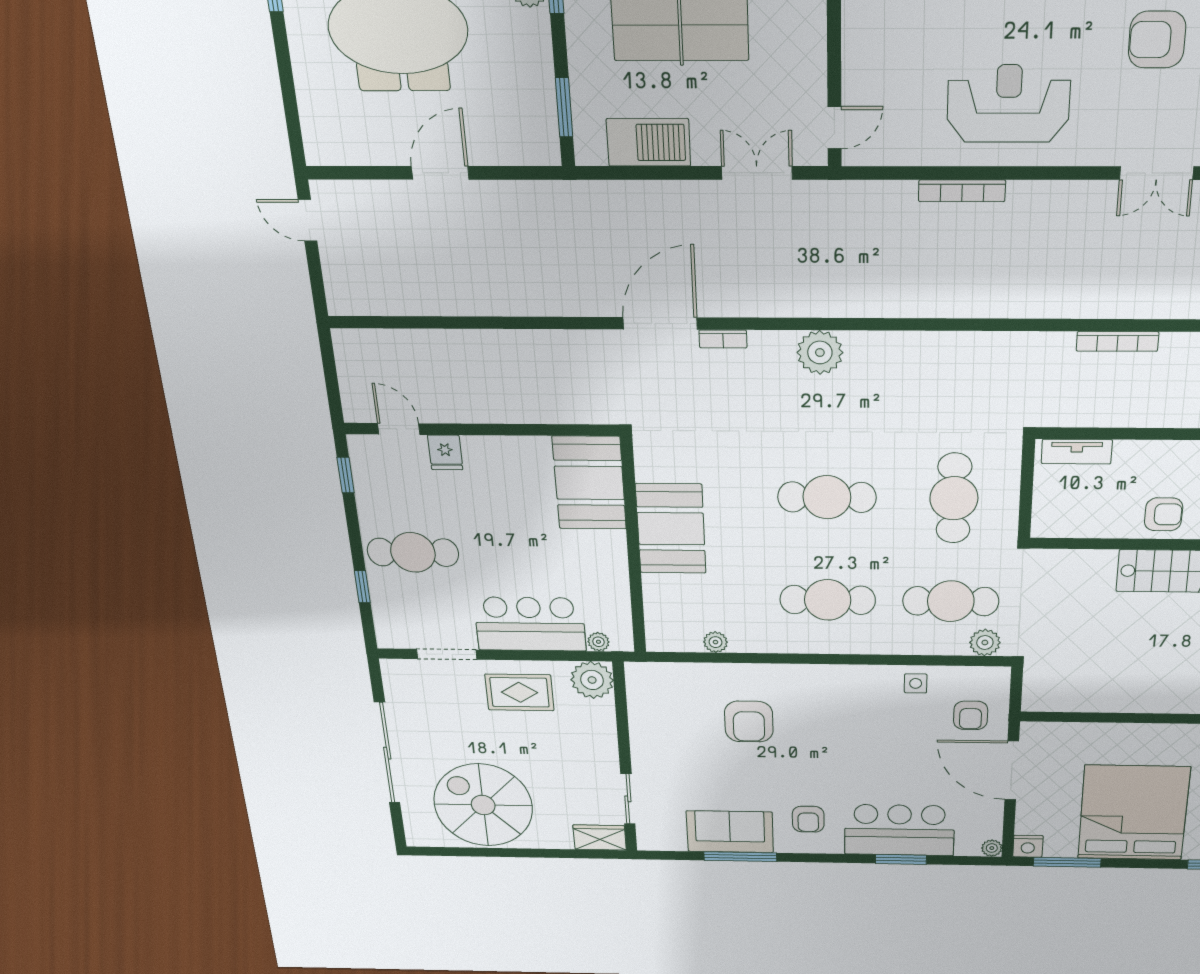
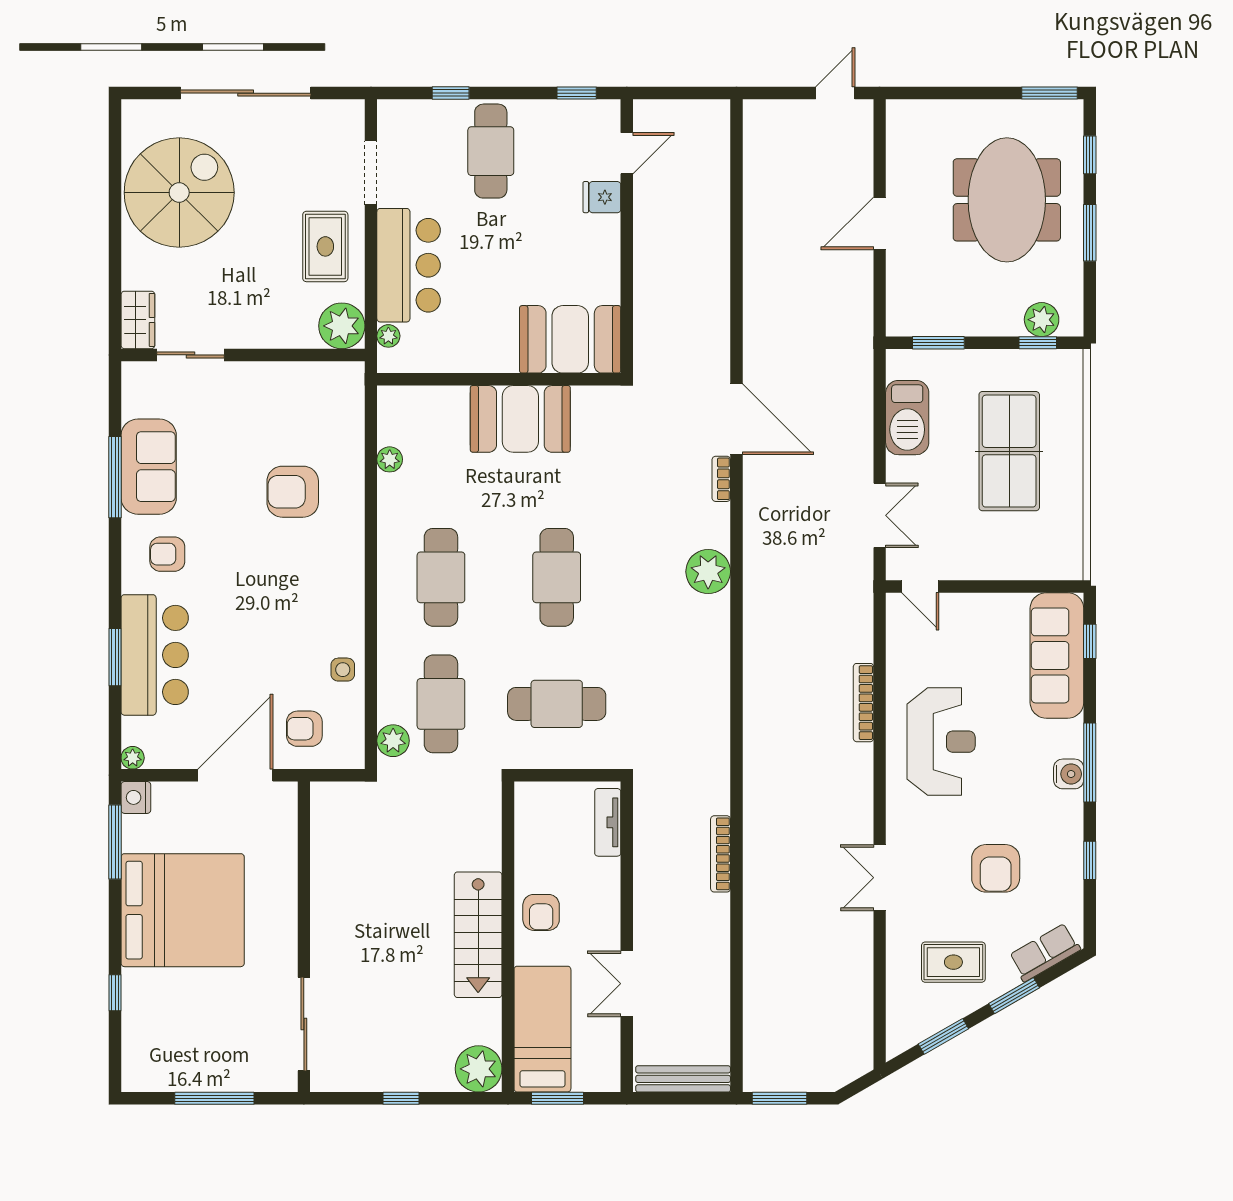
armchair: (1157, 40) -> (996, 868), turned 180
door: (440, 173) -> (880, 223), swing flipped

